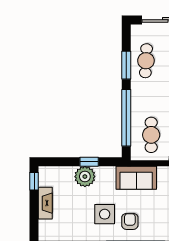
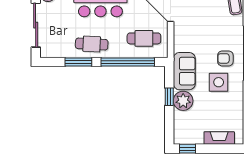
cafe table: (146, 61) -> (92, 44), moved
sofa: (136, 178) -> (184, 71), moved
fireplace: (45, 203) -> (219, 138), moved

